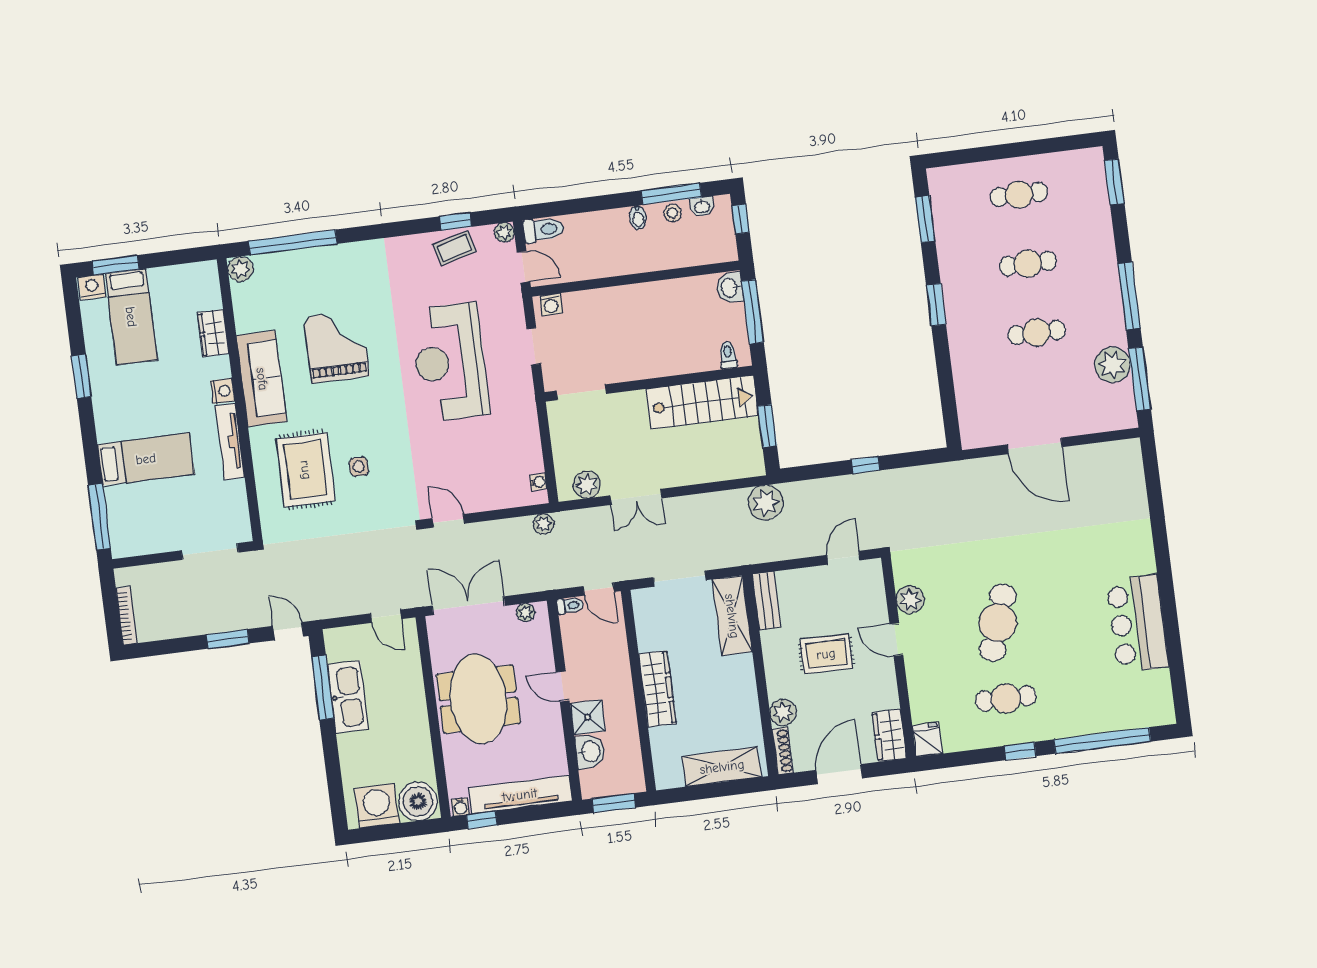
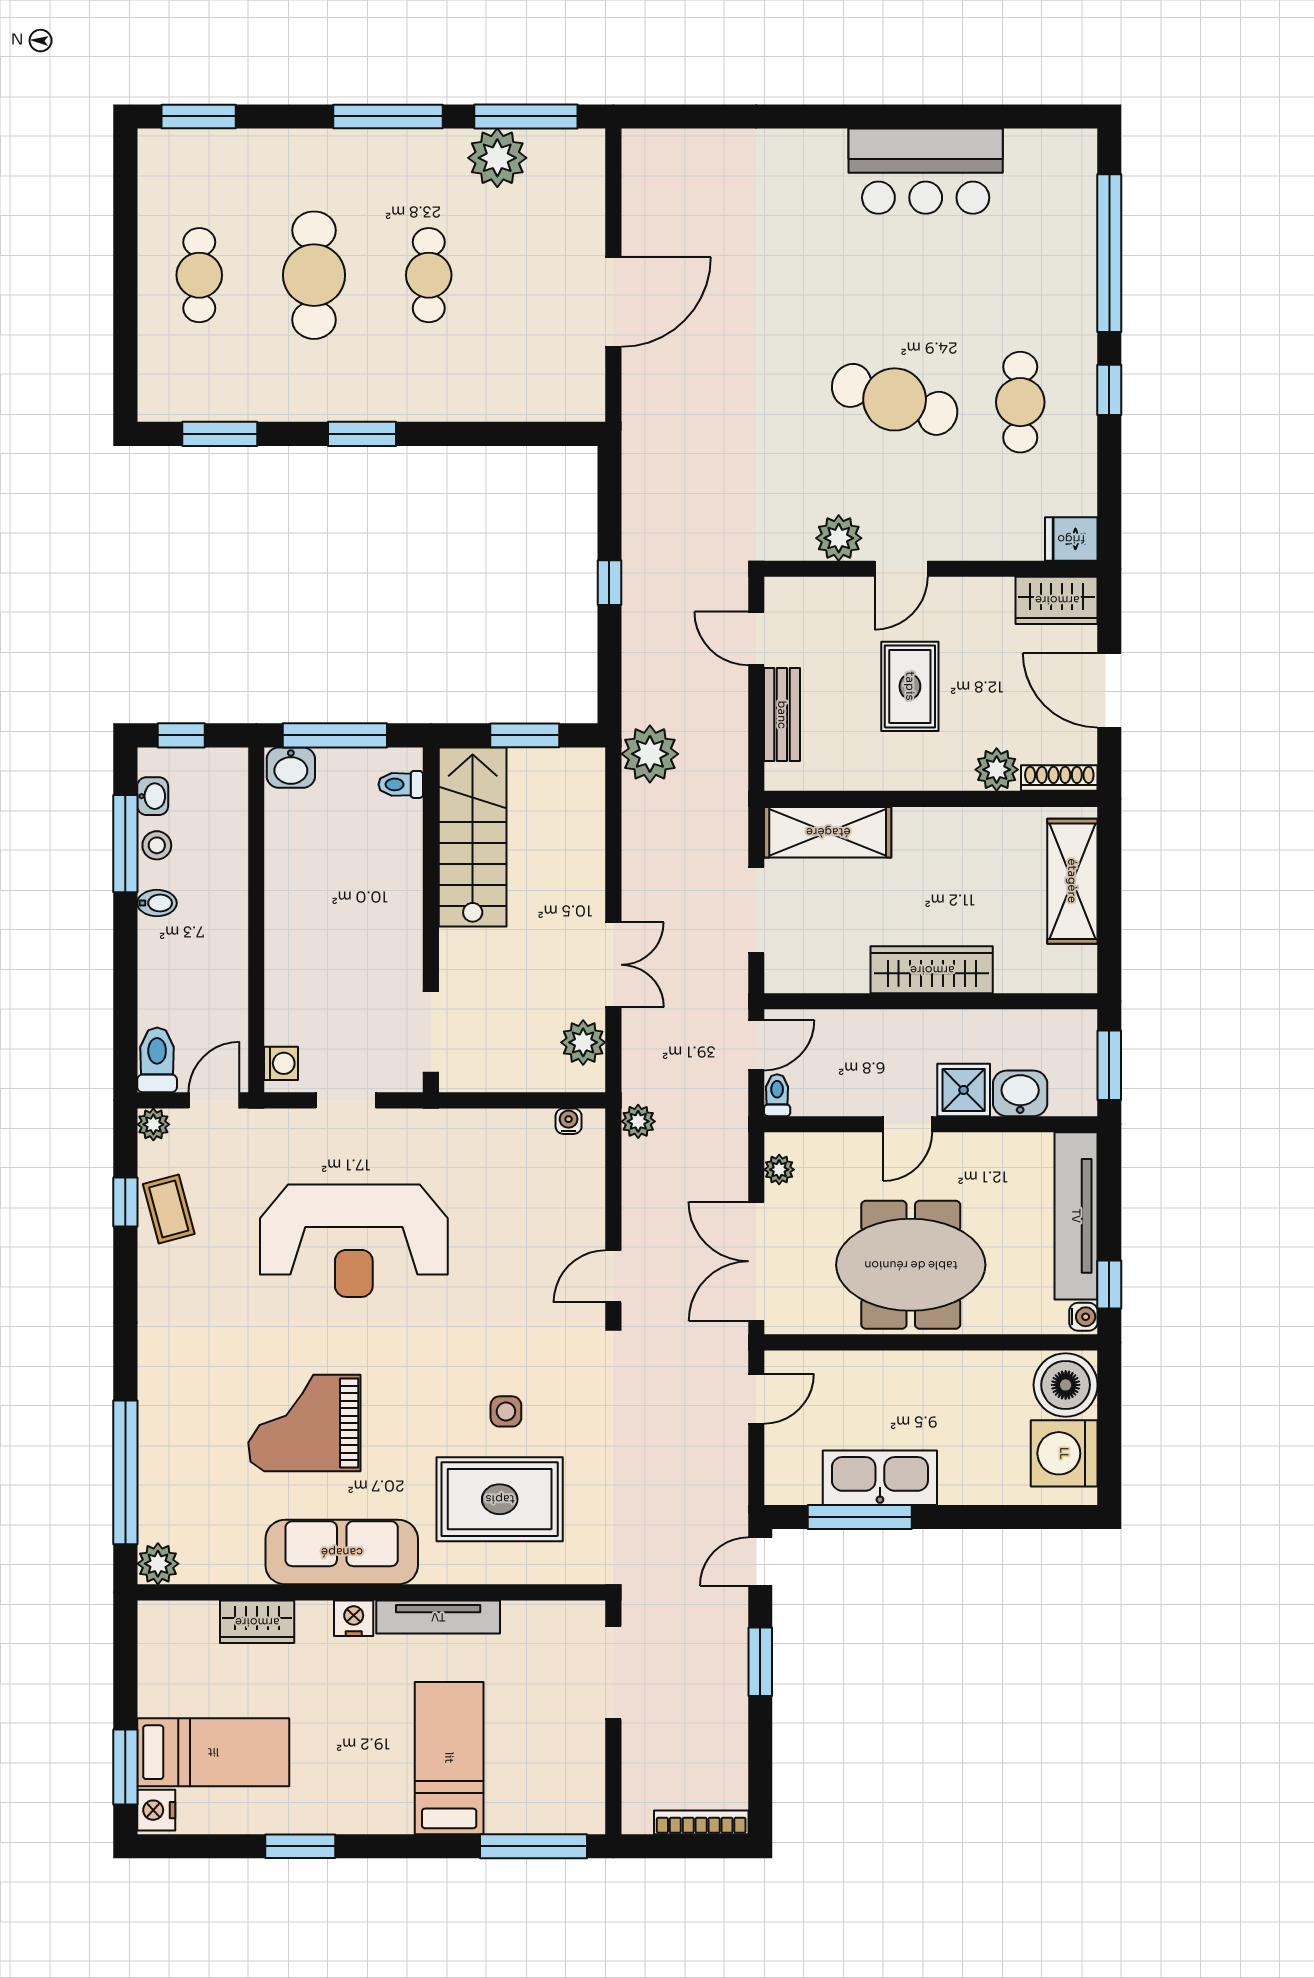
cafe table: (1028, 264) -> (314, 275), width x1.37, depth x1.35
bench: (766, 601) -> (782, 715), moved, turned 90

